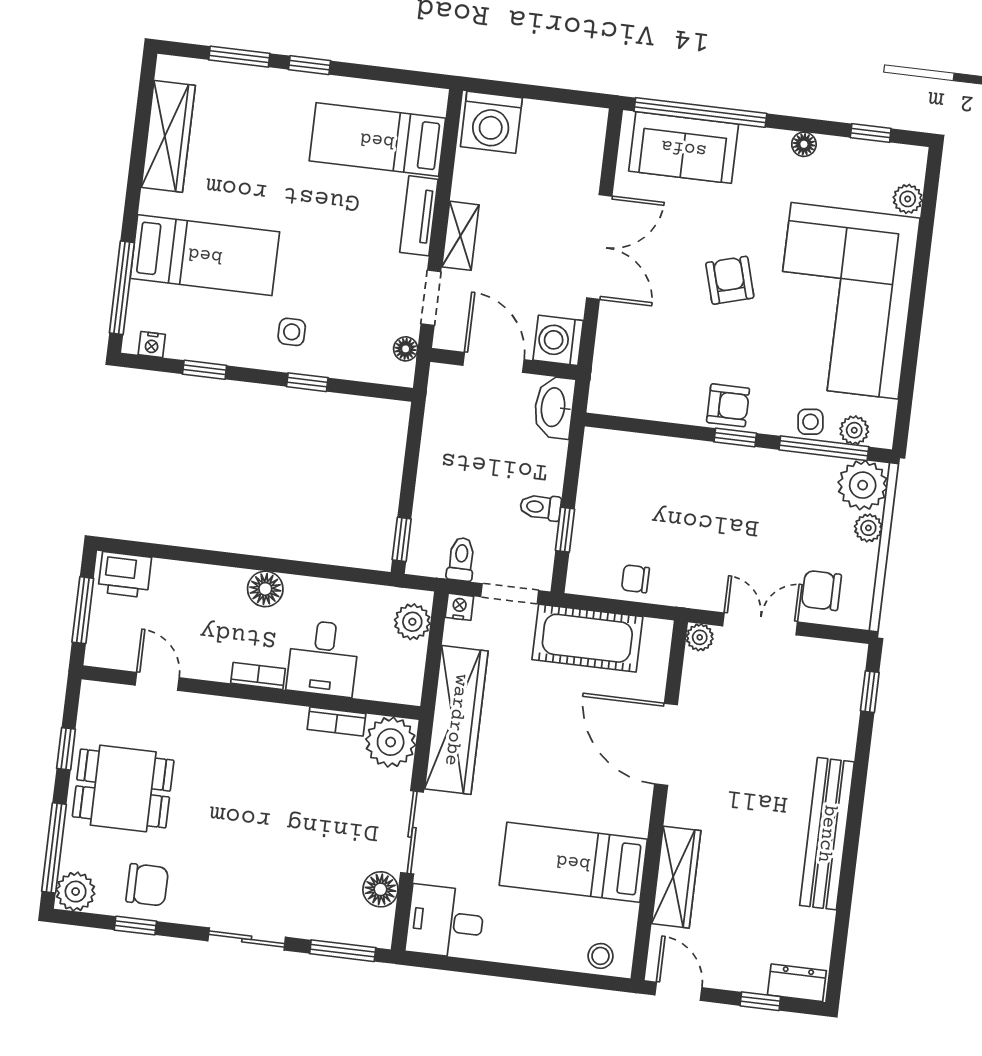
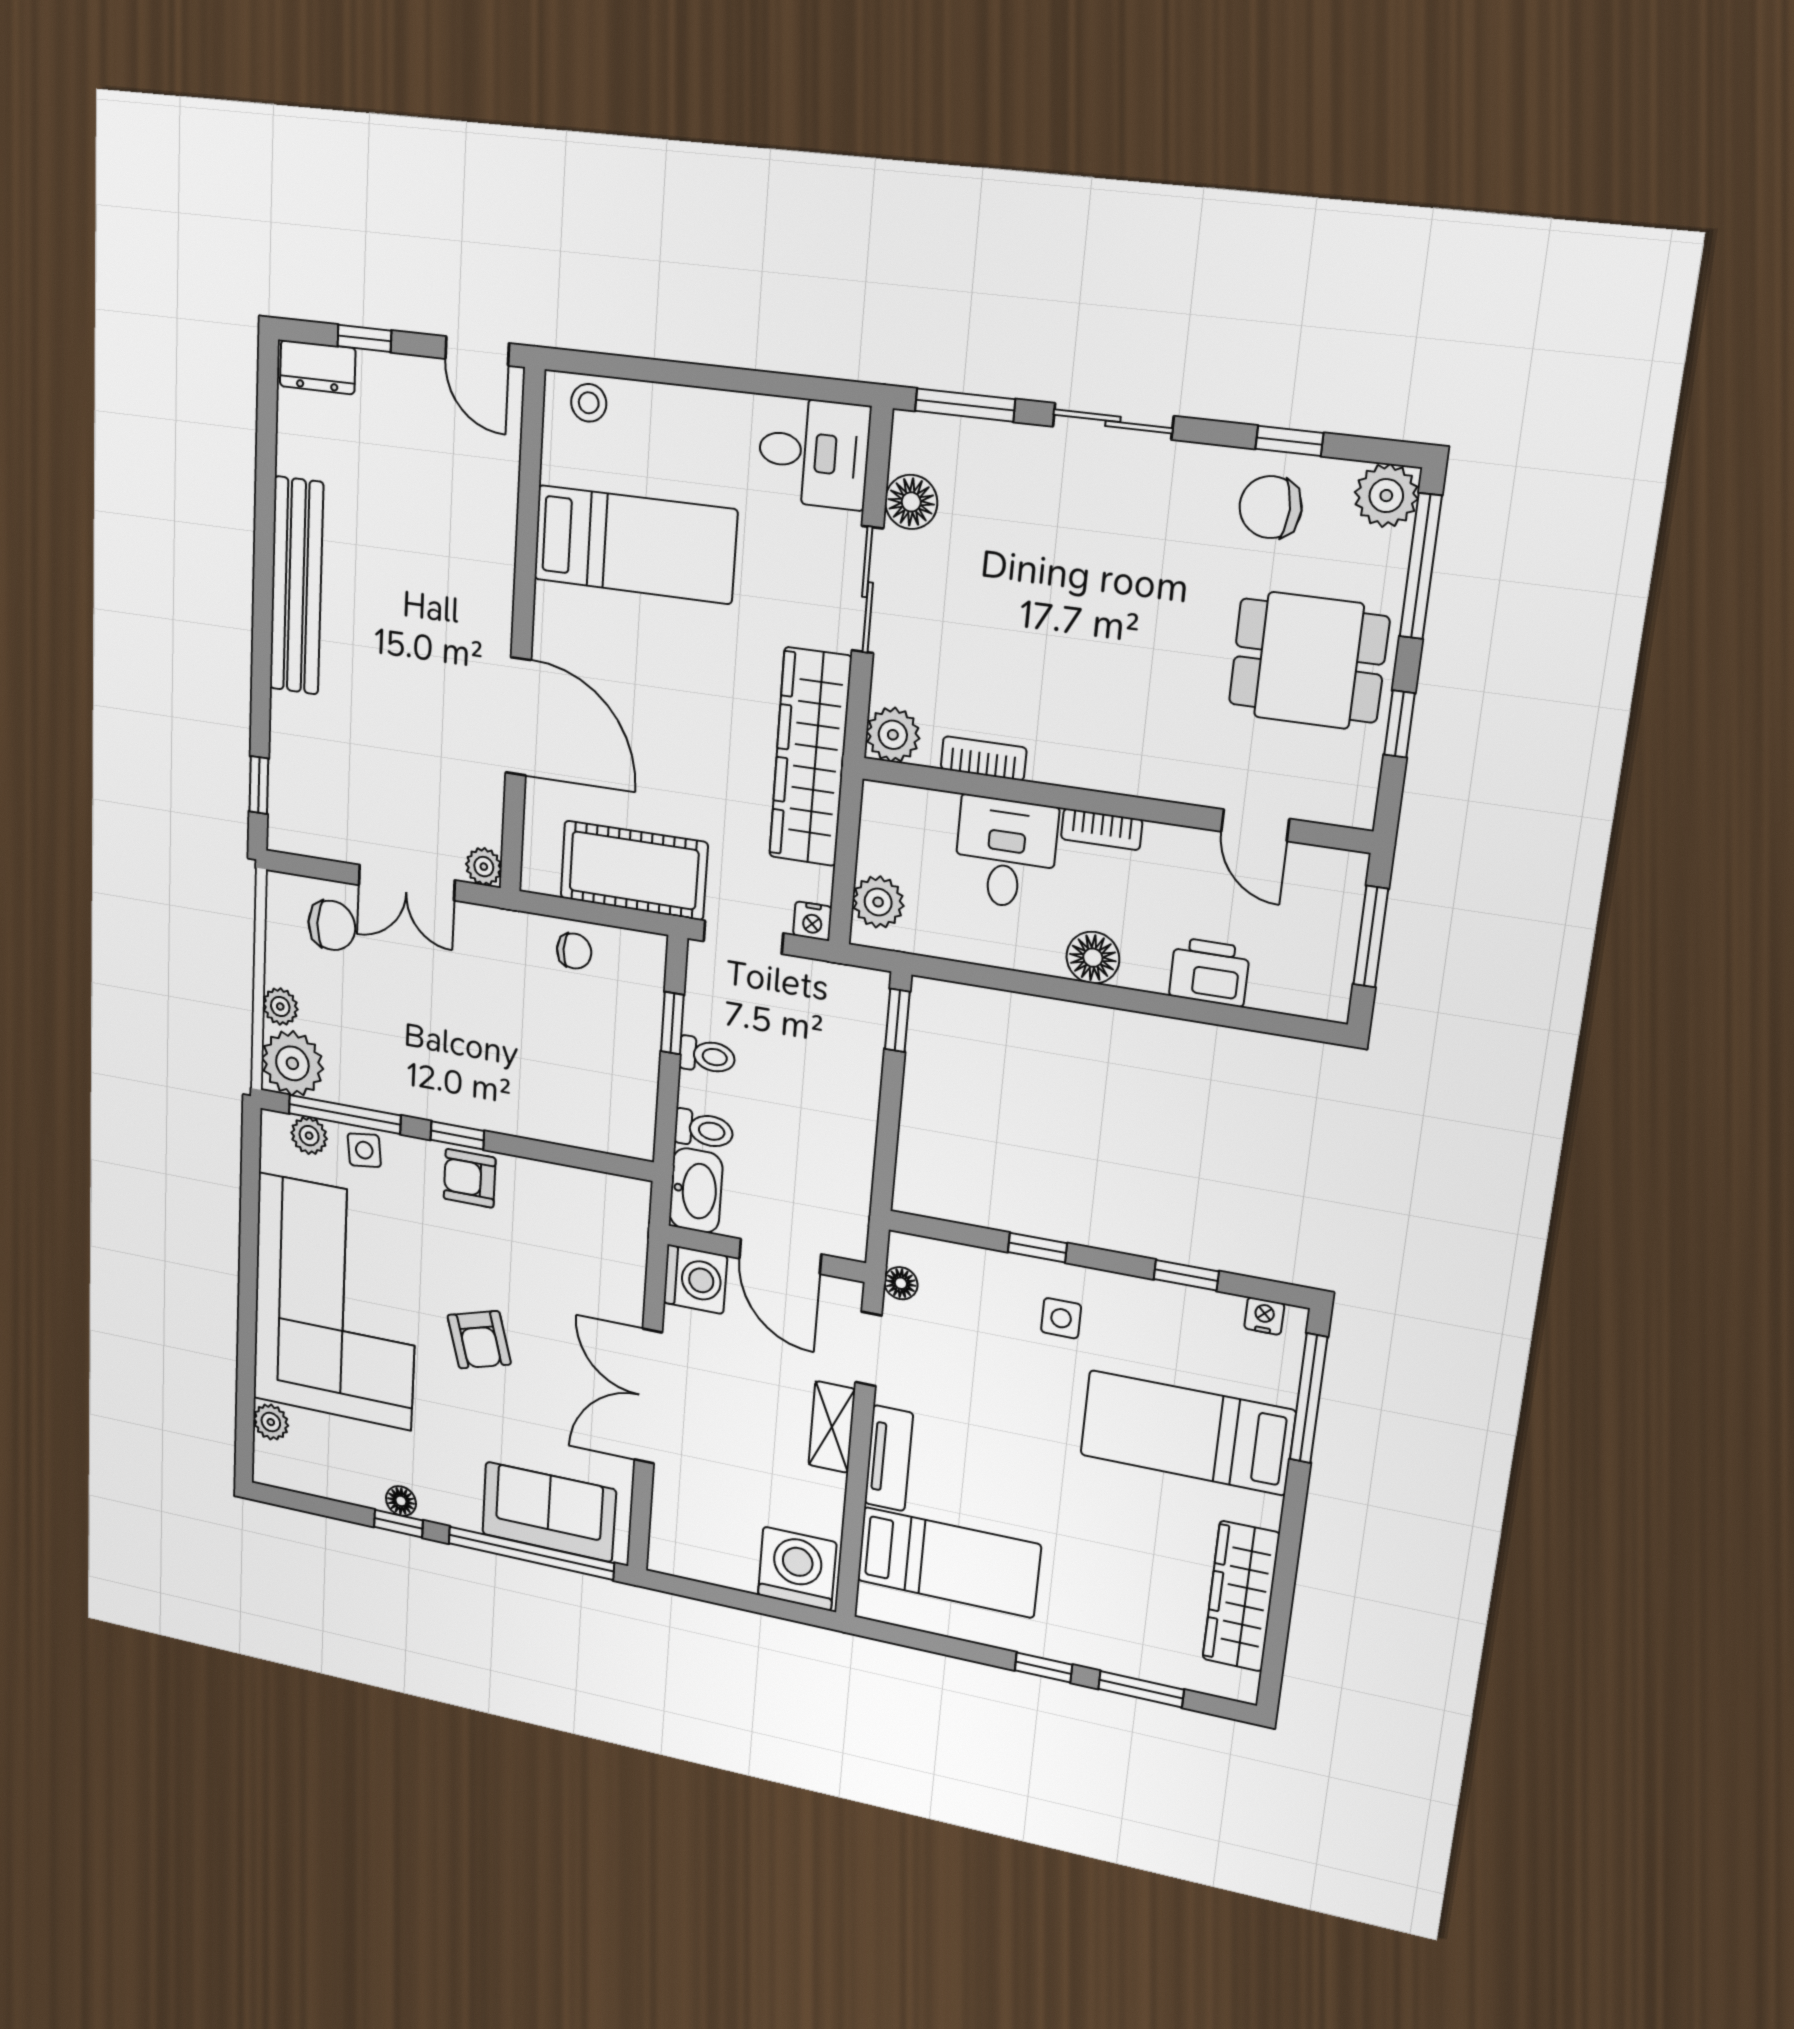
window: (871, 133) -> (398, 1524), moved
toilet: (461, 559) -> (704, 1130), moved, turned -90
printer: (125, 575) -> (1209, 972), moved
plant: (391, 742) -> (893, 735), width x0.73, depth x0.73
wardrobe: (676, 877) -> (492, 523), removed

